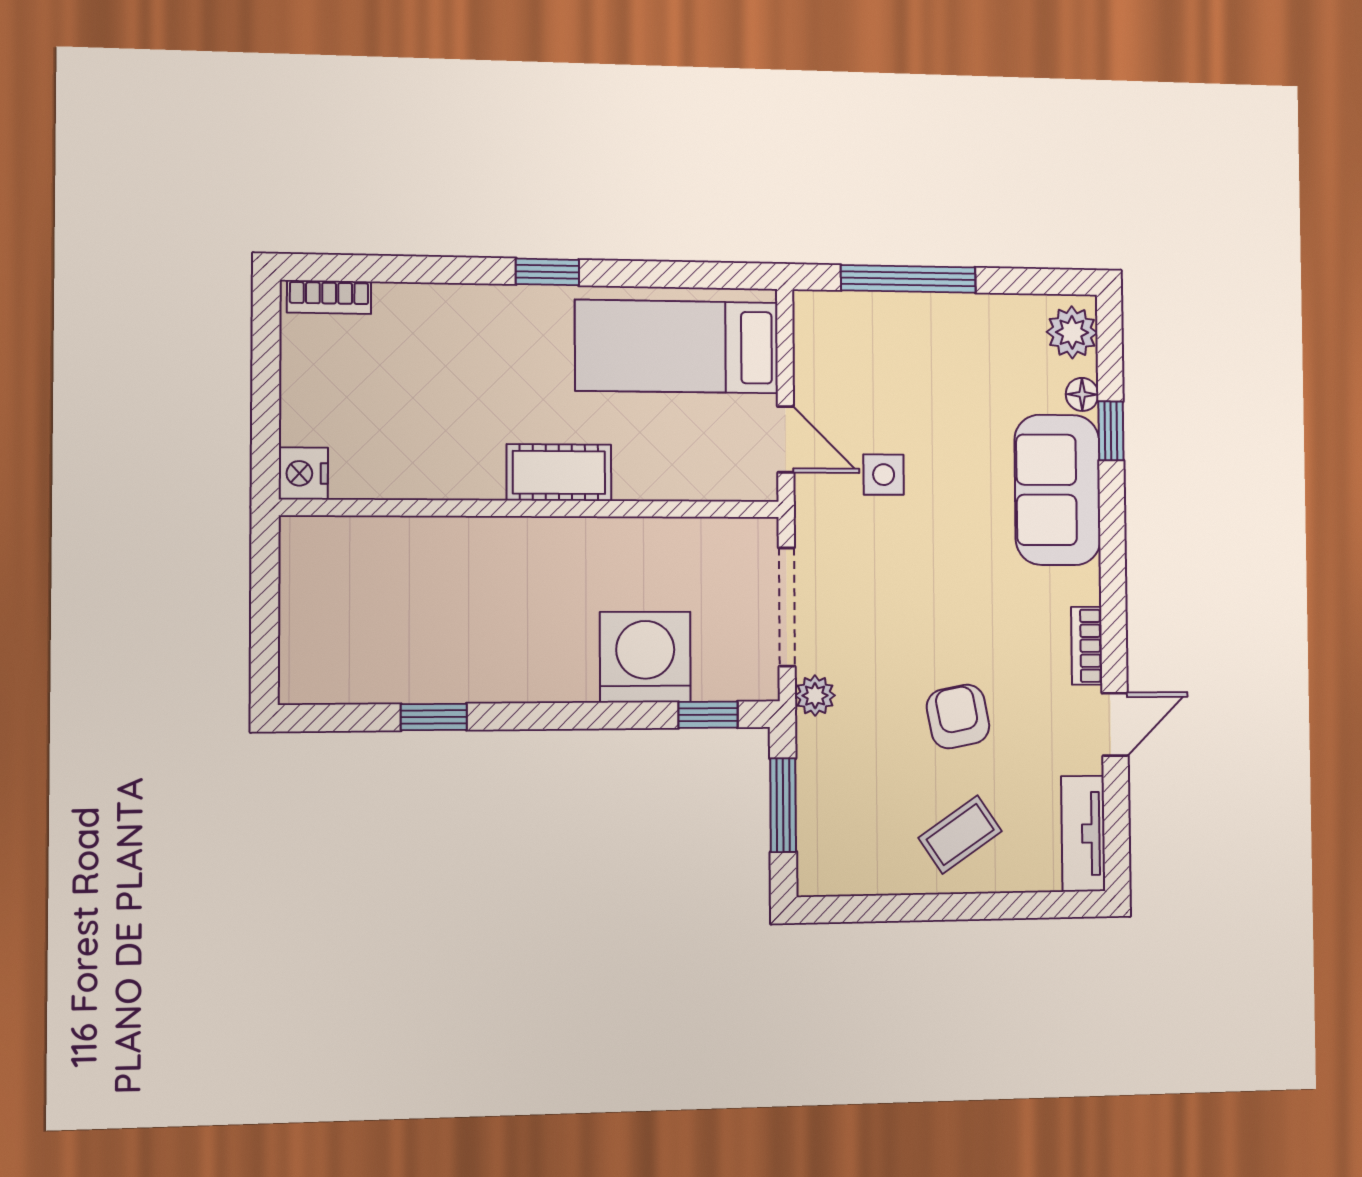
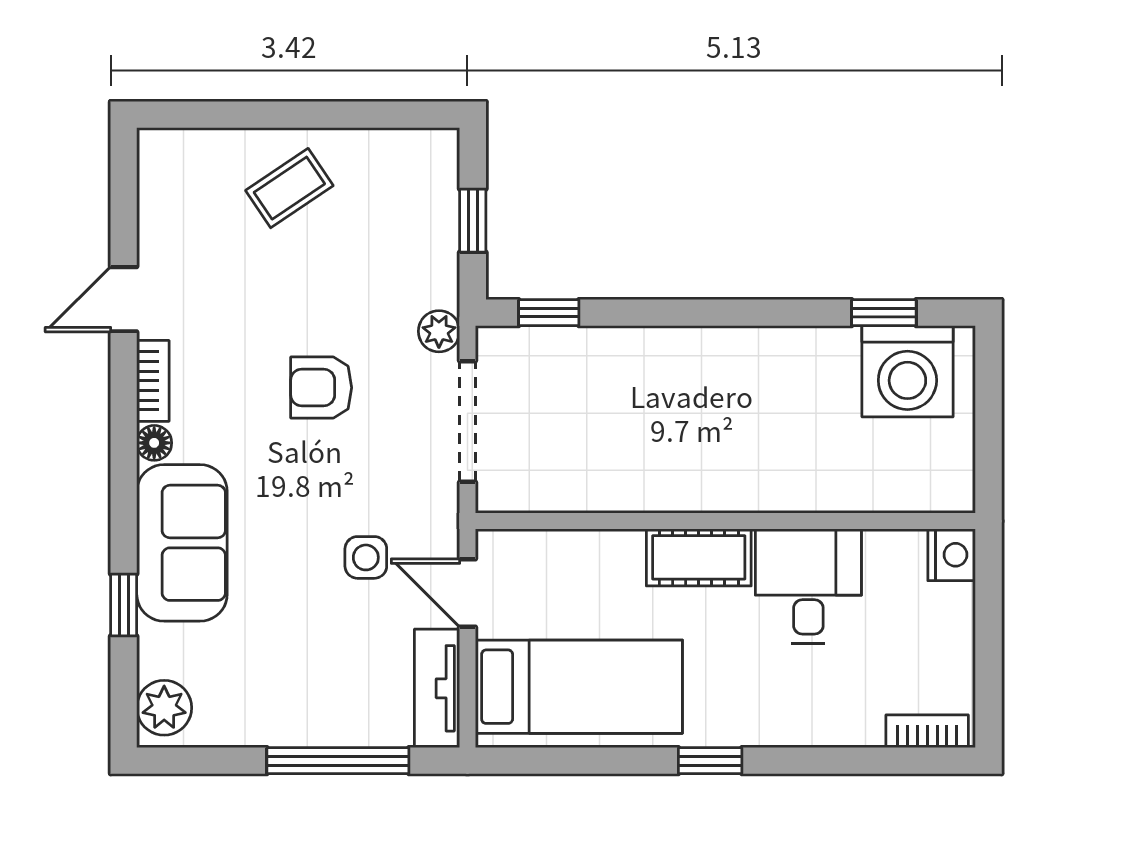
floor lamp: (1082, 394) -> (154, 443), moved
desk: (449, 443) -> (808, 586), added
washing machine: (645, 657) -> (907, 371), moved
armchair: (958, 716) -> (321, 388), moved, turned 101
window: (434, 717) -> (884, 313), moved
window: (783, 805) -> (473, 221), width x0.67
tv unit: (1083, 834) -> (437, 688), moved, turned 180

